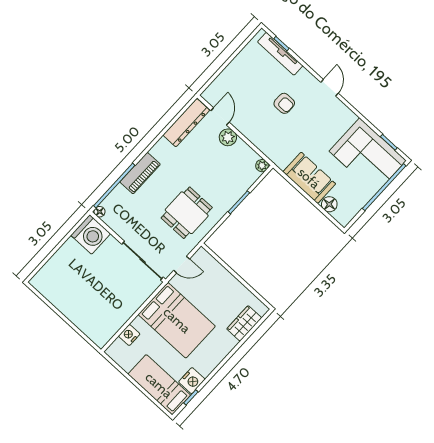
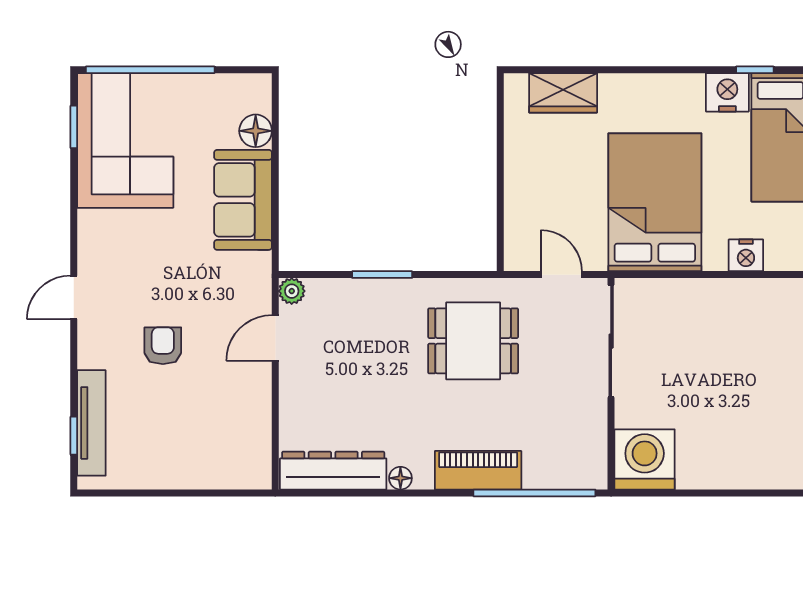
door: (220, 116) -> (275, 338), moved
plant: (228, 137) -> (297, 385), removed
floor lamp: (100, 212) -> (400, 478), moved

